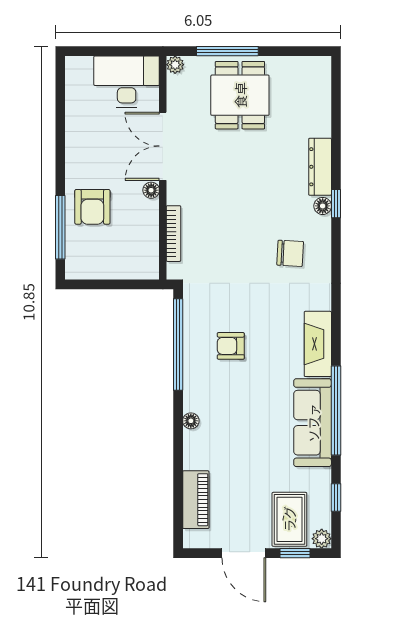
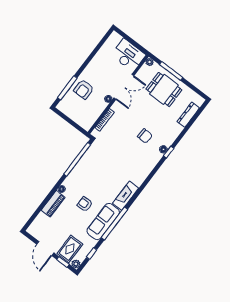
dining table: (240, 95) -> (164, 89), turned 90
double door: (163, 146) -> (124, 87), swing flipped
dresser: (320, 167) -> (188, 115), moved
chair: (290, 253) -> (145, 136), moved
armchair: (231, 346) -> (85, 204), moved
piano: (196, 500) -> (53, 204), moved

